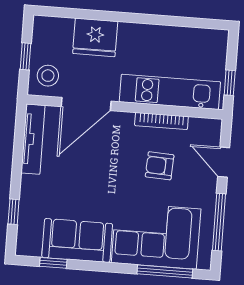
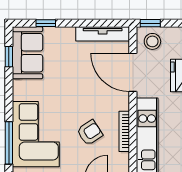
window: (25, 56) -> (150, 23), moved
armchair: (160, 166) -> (90, 133), turned 54
sofa: (77, 240) -> (27, 53), moved

